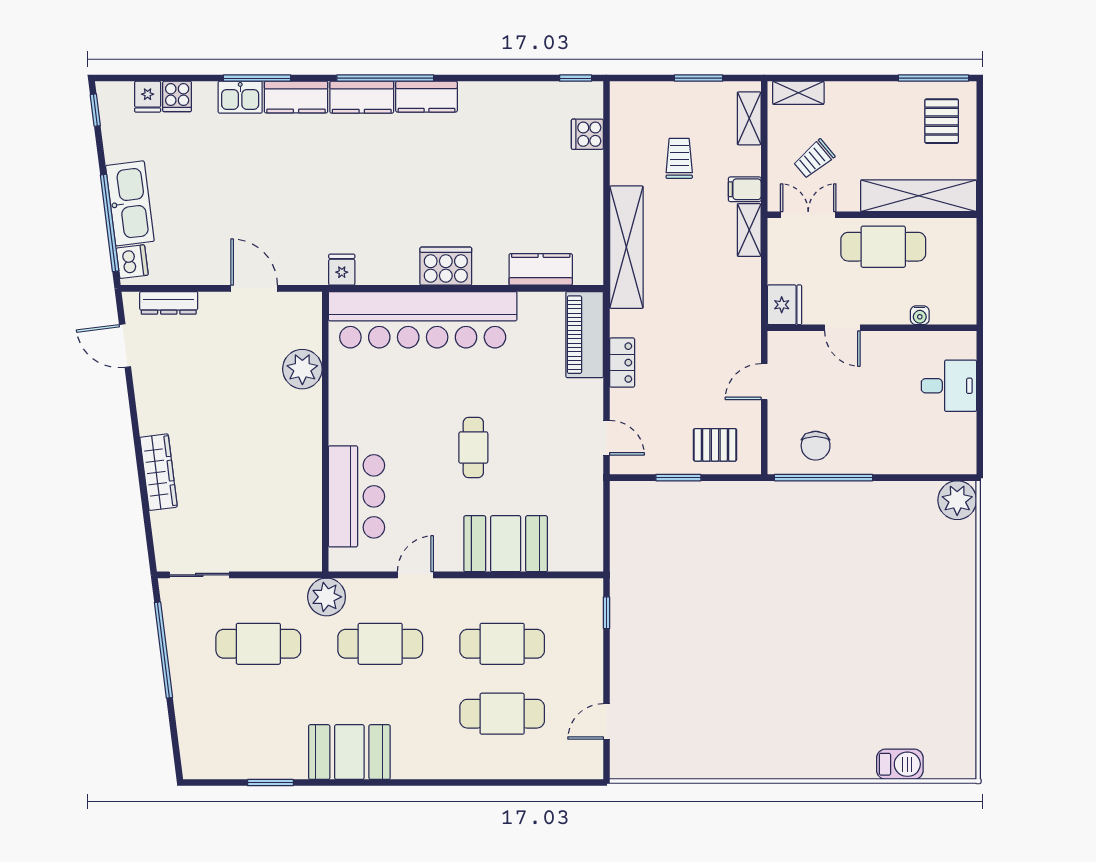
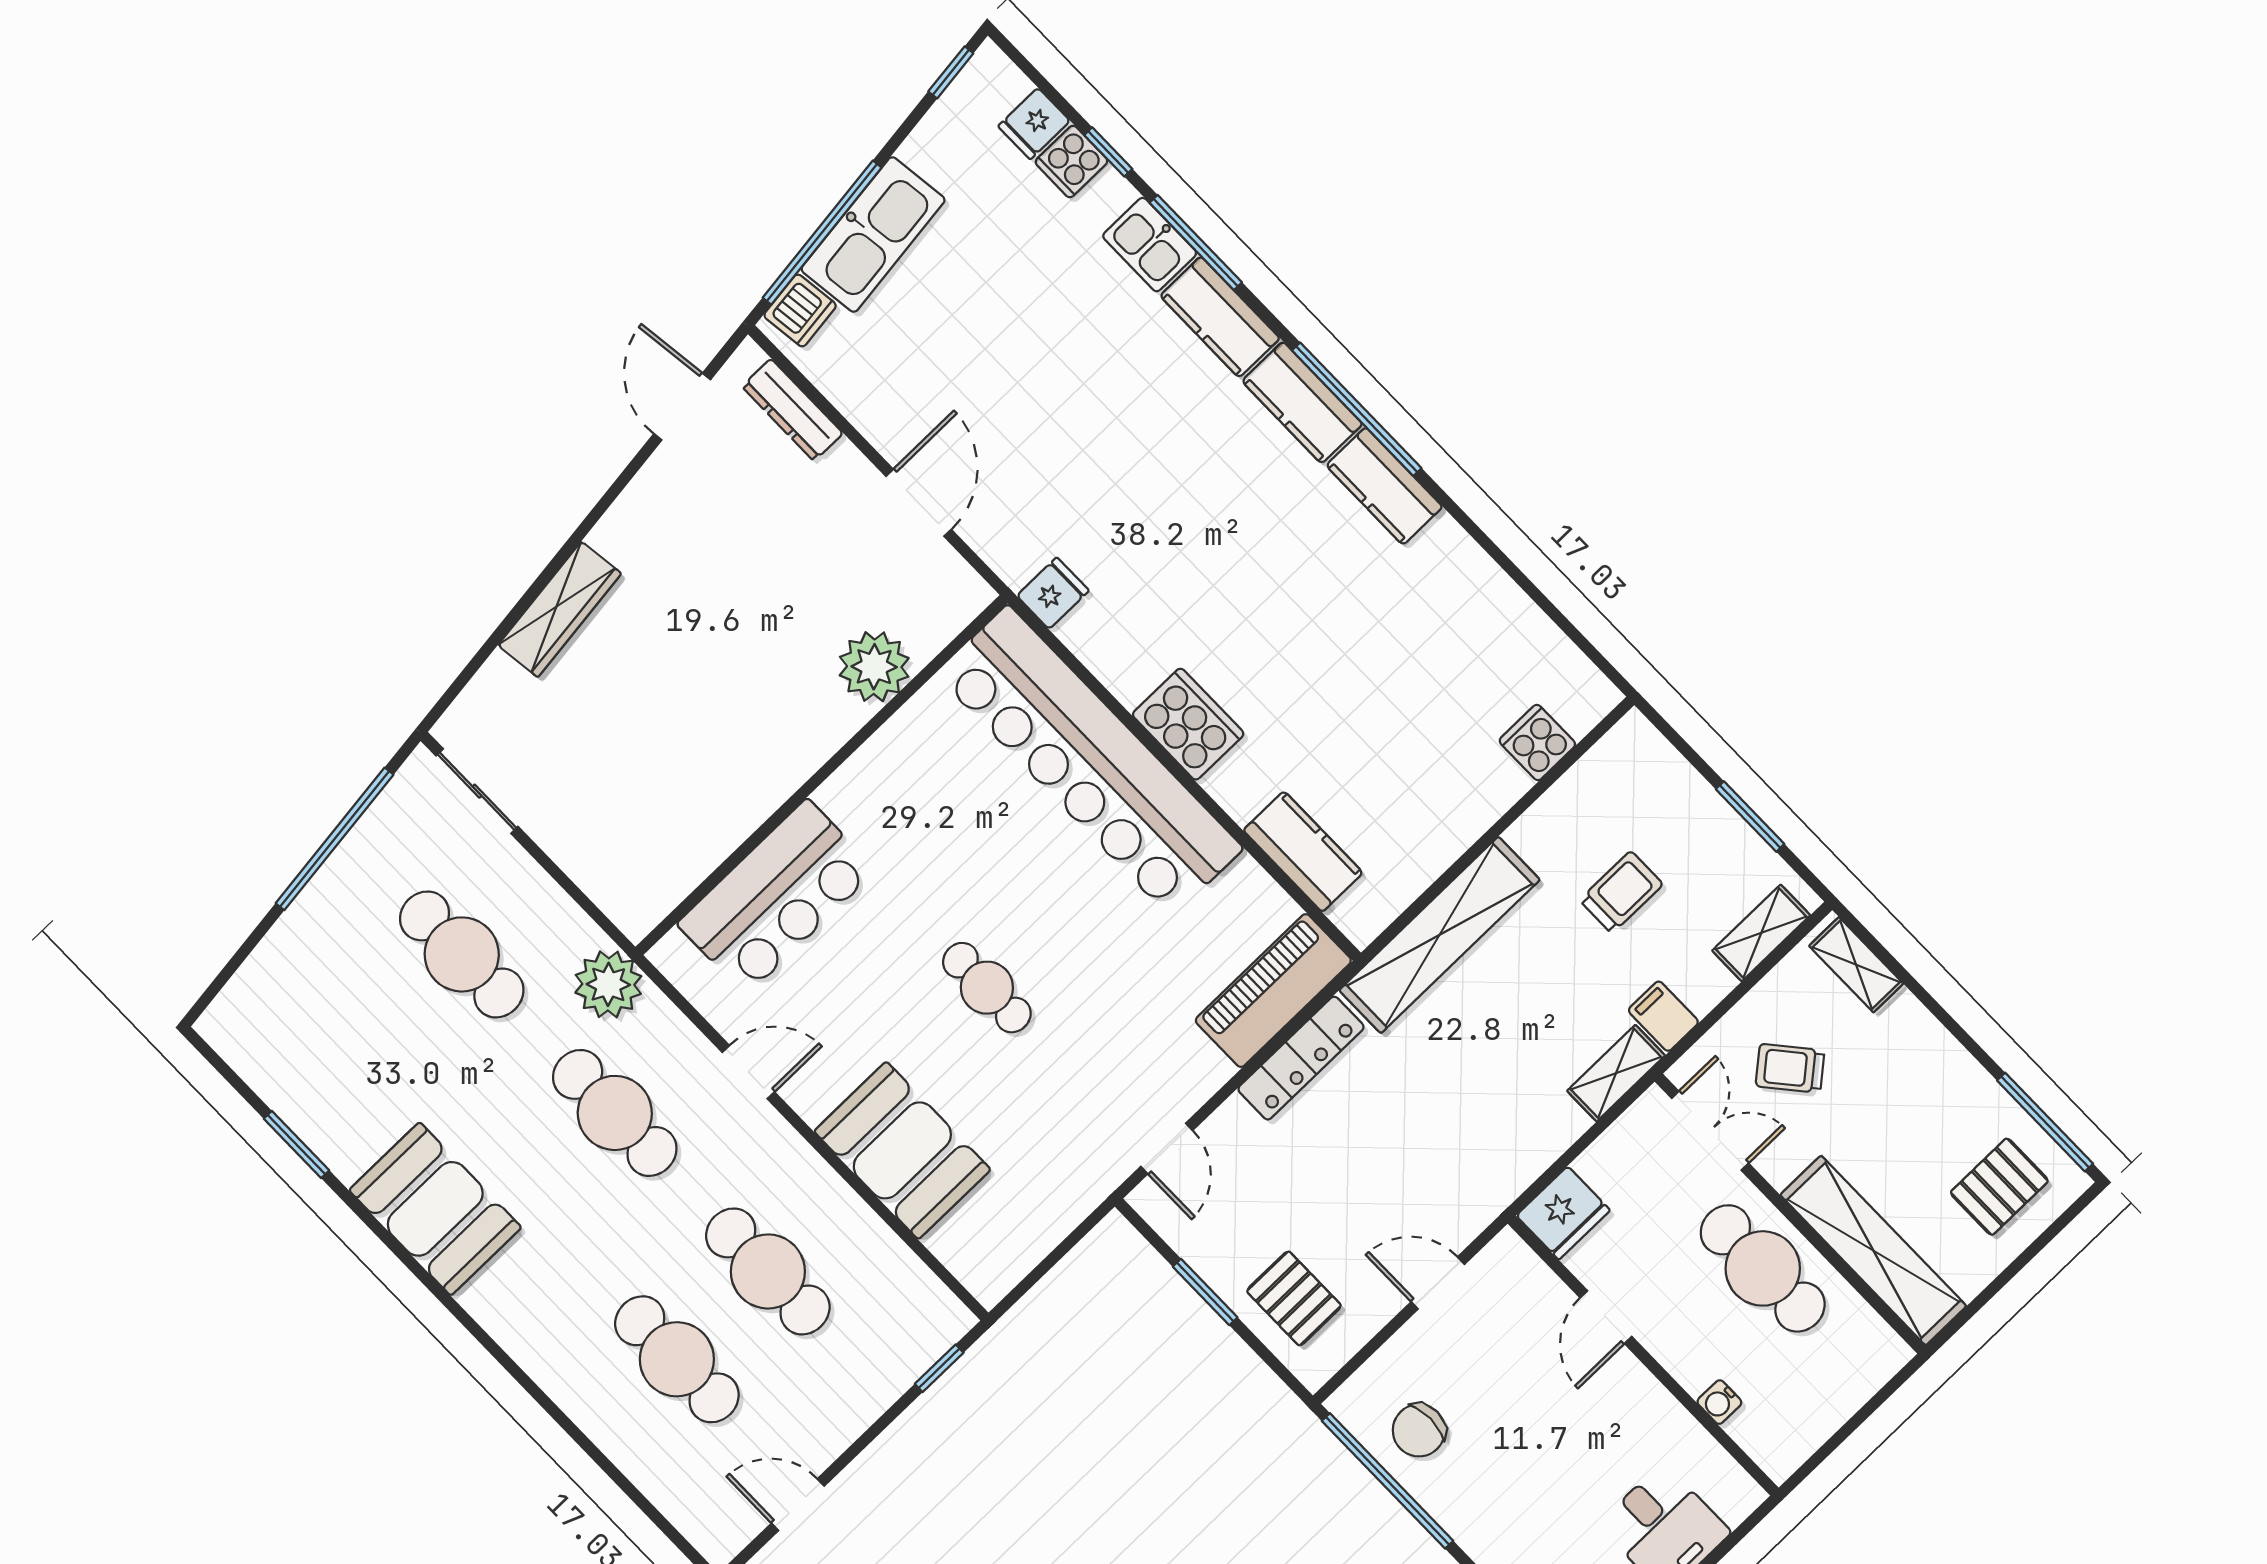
window: (576, 78) -> (1108, 152), moved
locker: (622, 363) -> (1301, 1058), width x1.53
cafe table: (473, 447) -> (987, 988), turned 90

